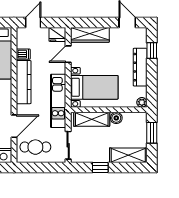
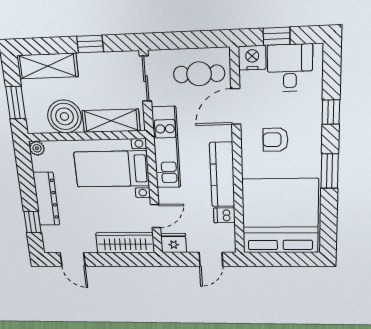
boiler: (116, 118) -> (64, 116), width x1.86, depth x1.86

